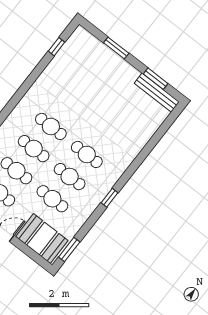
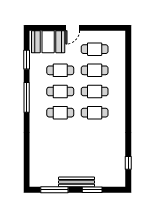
window: (156, 79) -> (54, 190), width x1.44
bench: (157, 93) -> (77, 182), moved
window: (109, 198) -> (27, 97), width x2.17
window: (69, 250) -> (27, 60), moved

